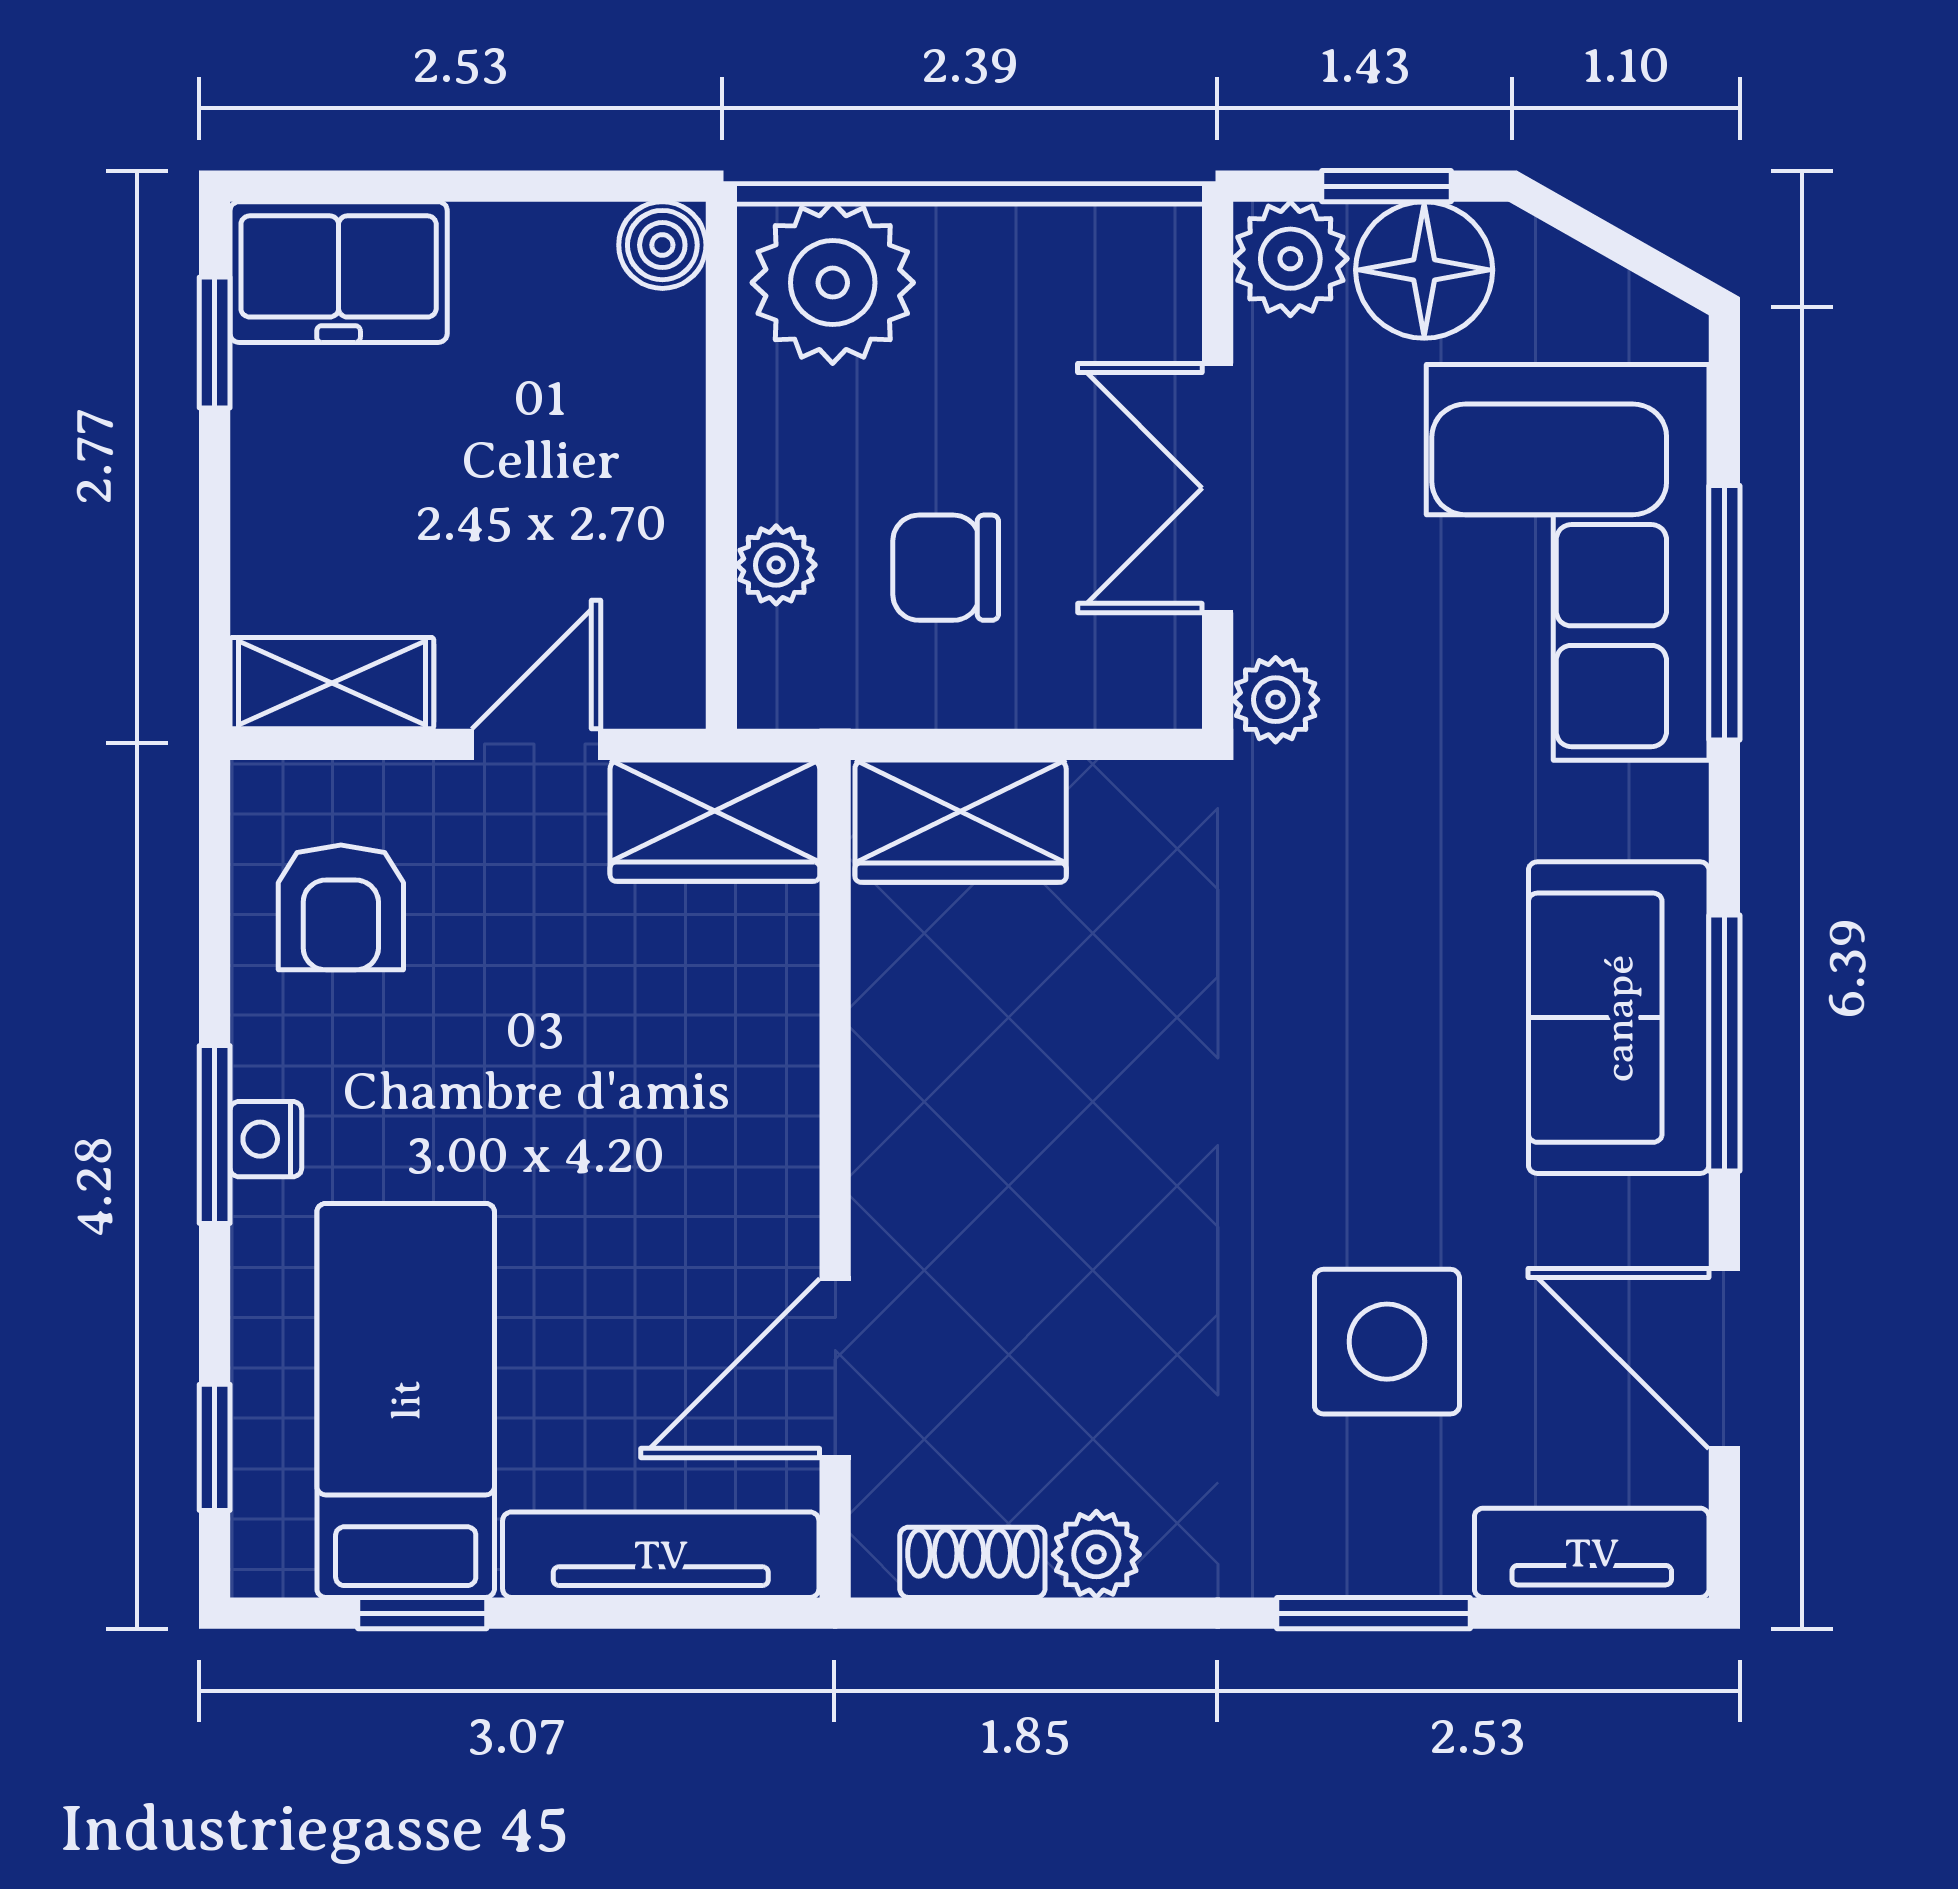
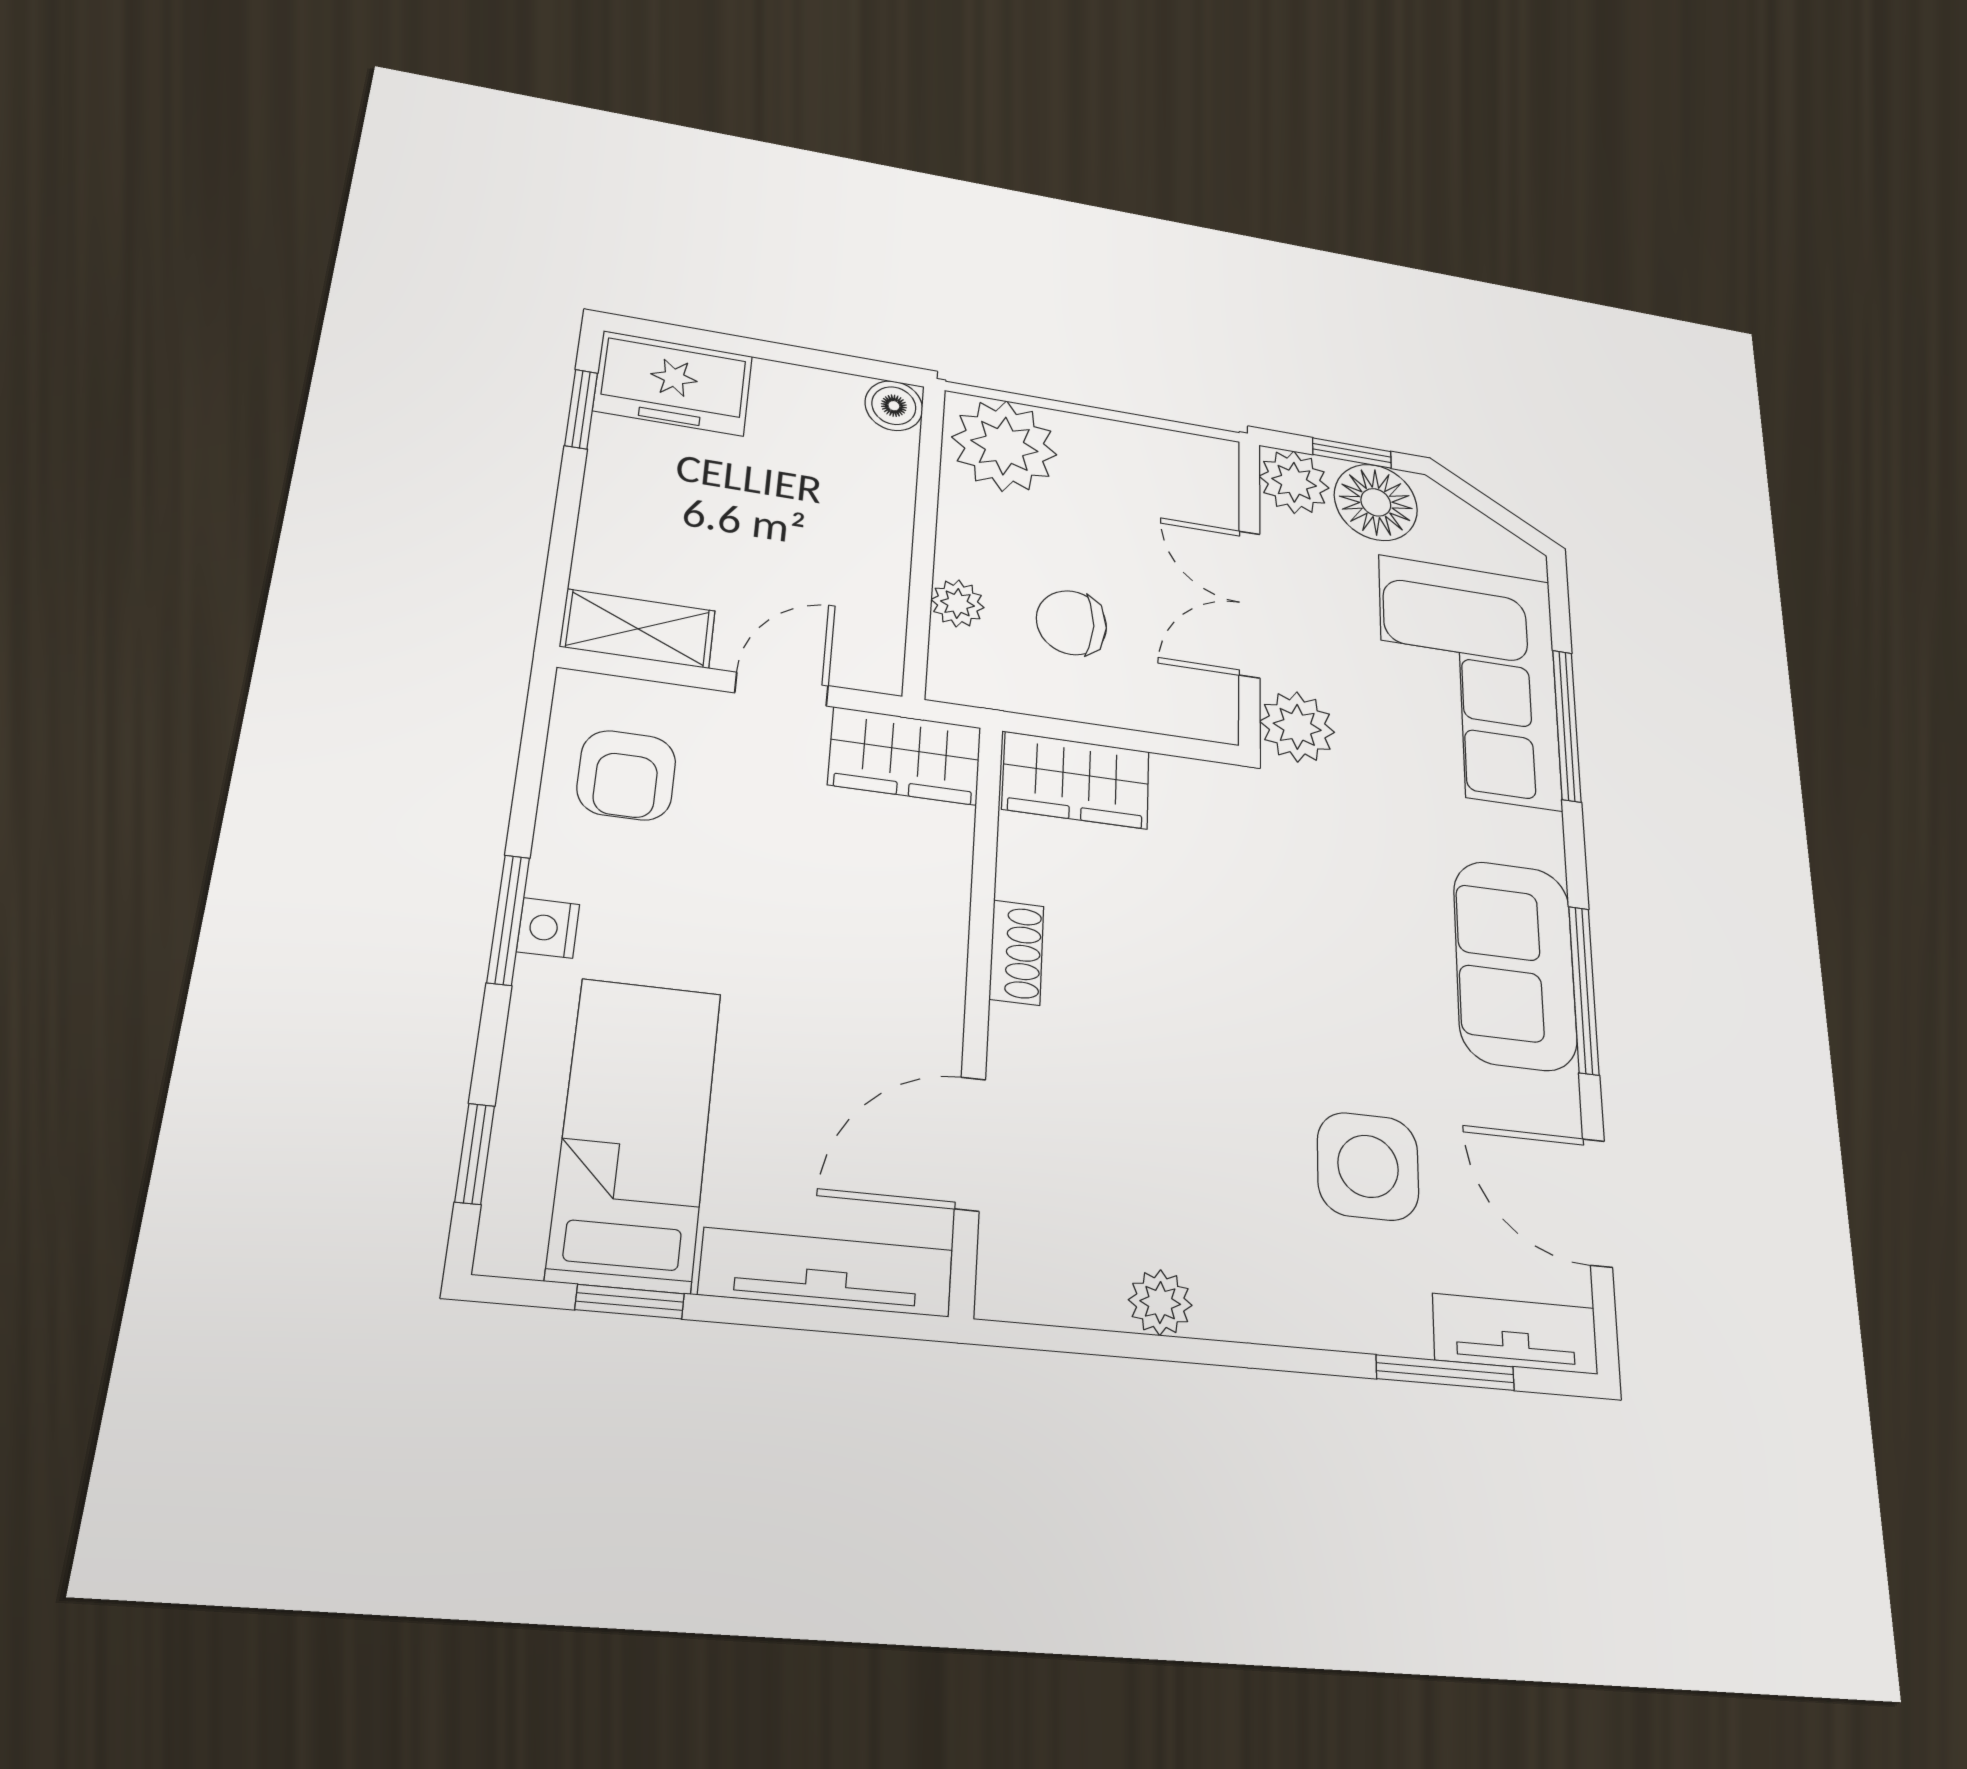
plant: (1276, 700) -> (1297, 727), width x1.38, depth x1.38
shoe rack: (972, 1562) -> (1017, 952), moved, turned 90
window: (1374, 1613) -> (1445, 1373), moved

